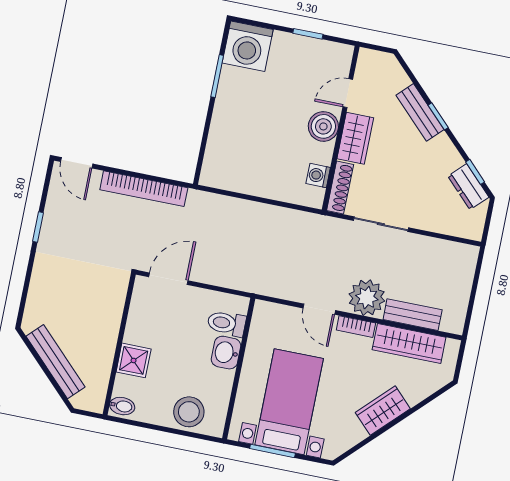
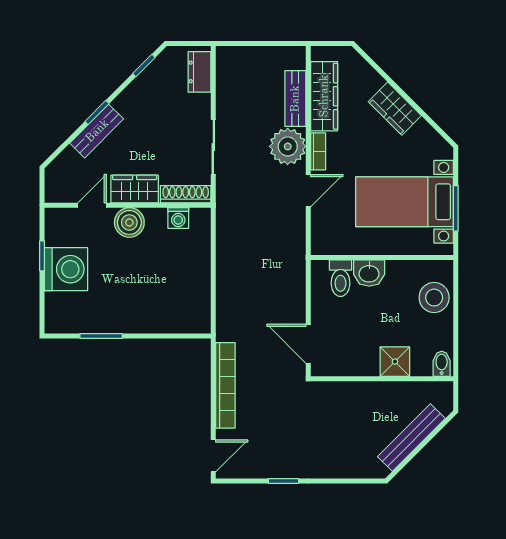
washing machine: (248, 46) -> (66, 269), moved
door: (348, 93) -> (92, 205), swing flipped
dresser: (468, 187) -> (200, 72), moved, turned 135

